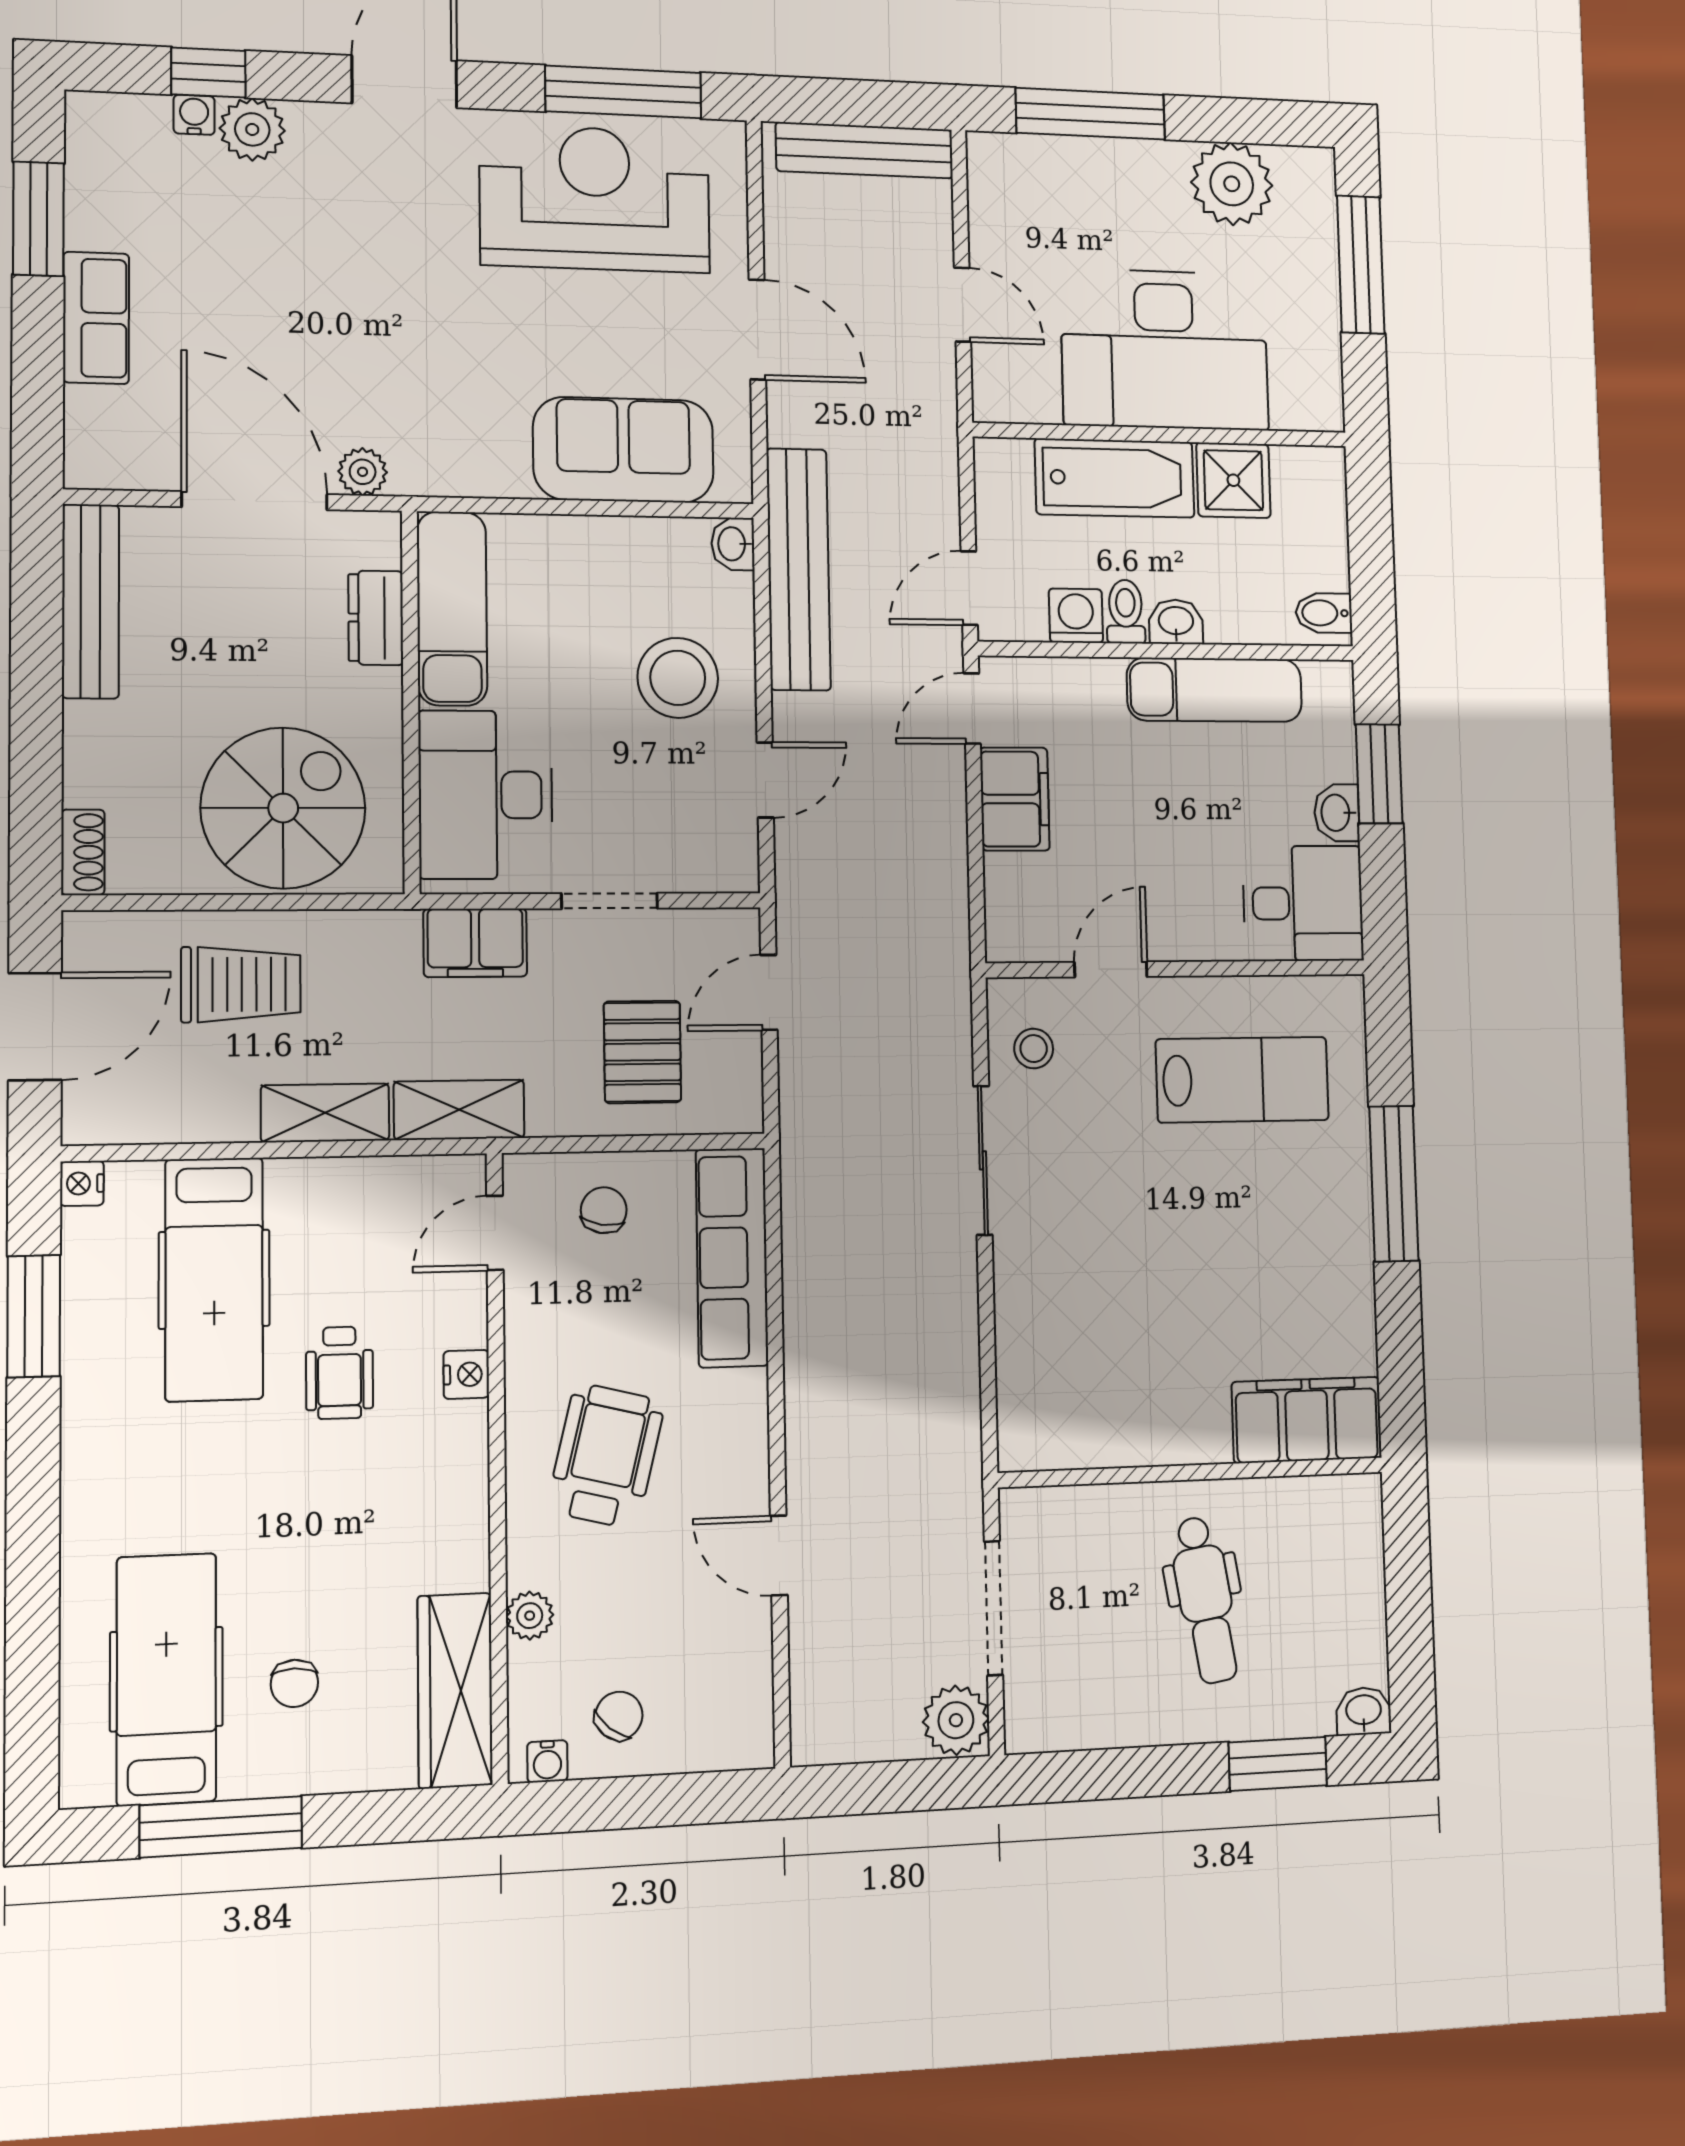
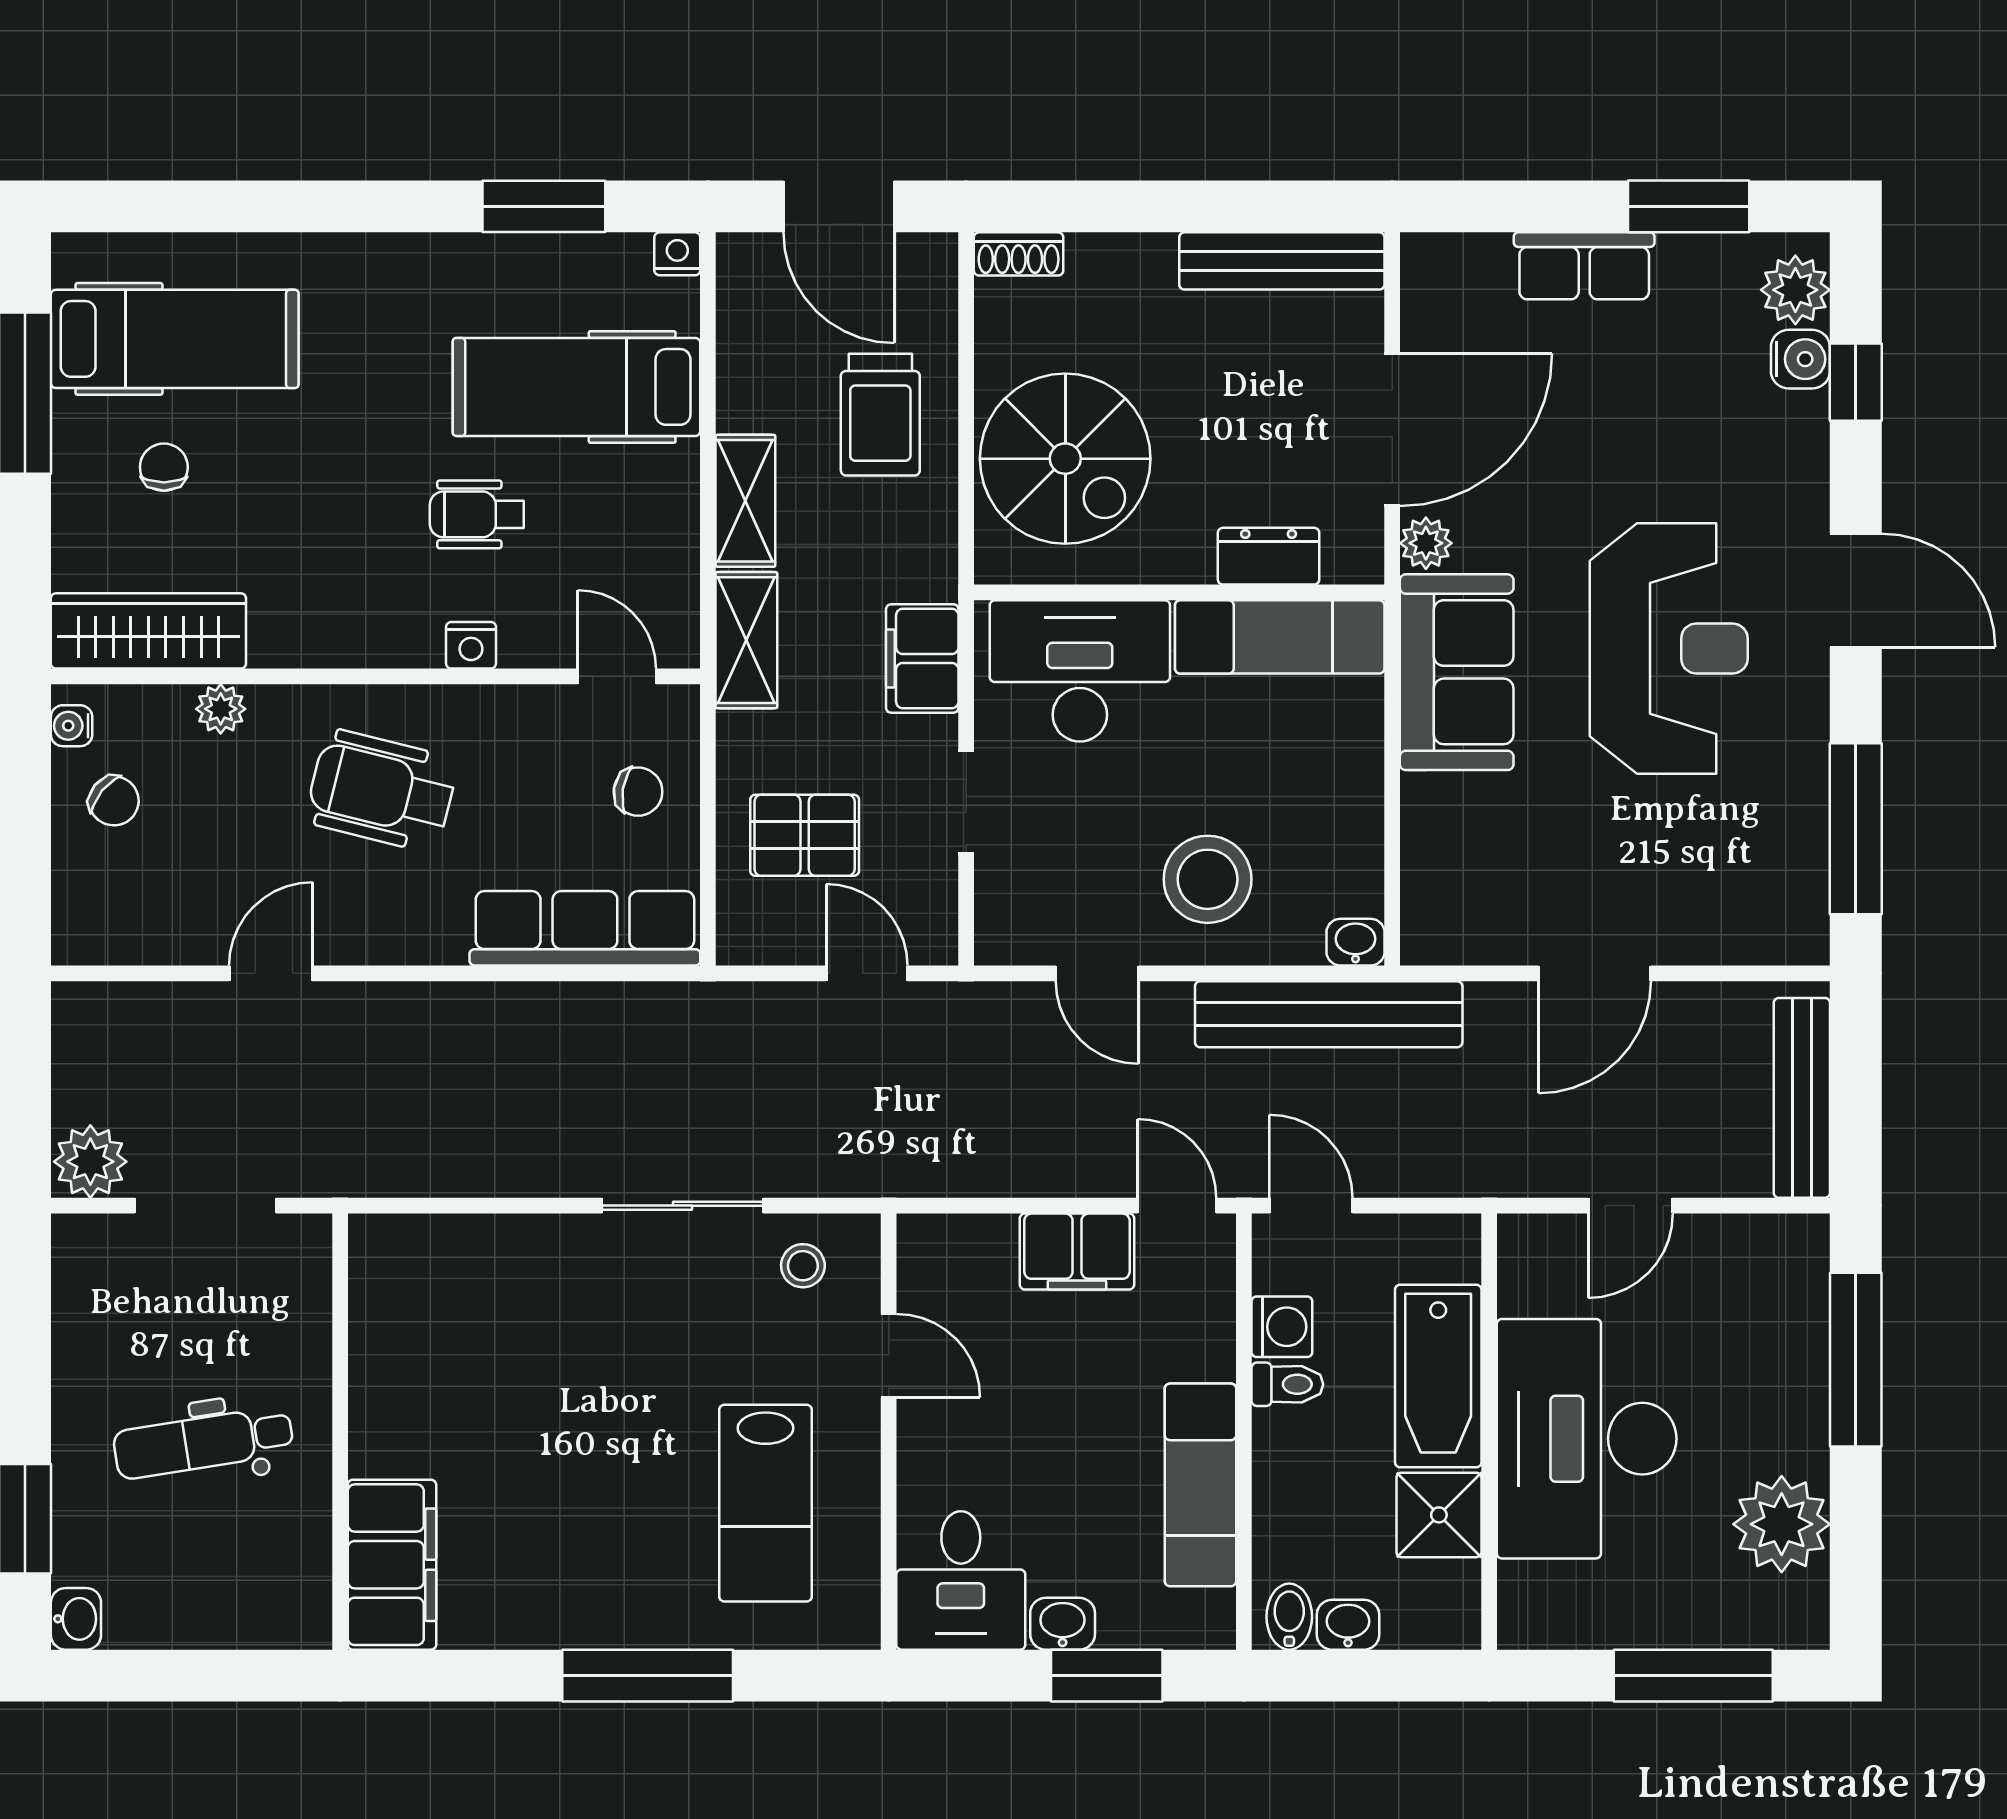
water cooler: (194, 115) -> (1800, 359), width x1.38, depth x1.38
plant: (252, 129) -> (1795, 290), moved
reception desk: (595, 199) -> (1669, 648), moved
sofa: (623, 450) -> (1457, 672), moved
washbasin: (1176, 622) -> (1348, 1625), moved, turned -90
wheelchair: (606, 1456) -> (382, 791), turned 180
chair: (294, 1683) -> (164, 467), turned 90

